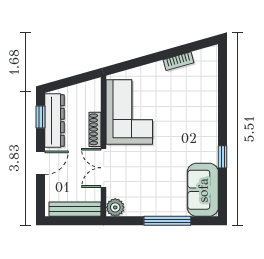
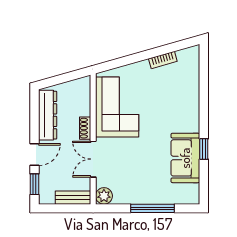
window: (41, 117) -> (35, 184), moved
shoe rack: (95, 129) -> (85, 128), width x0.70
sofa: (203, 190) -> (185, 158), moved
bench: (75, 209) -> (73, 198), width x0.73

